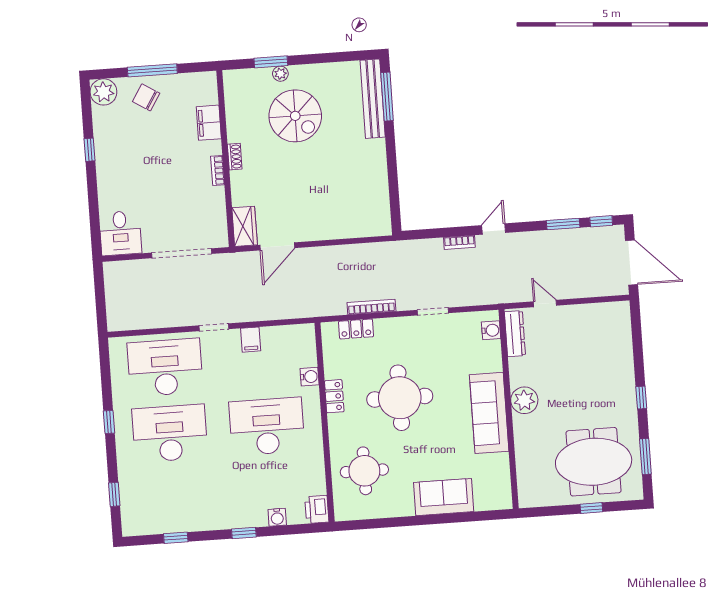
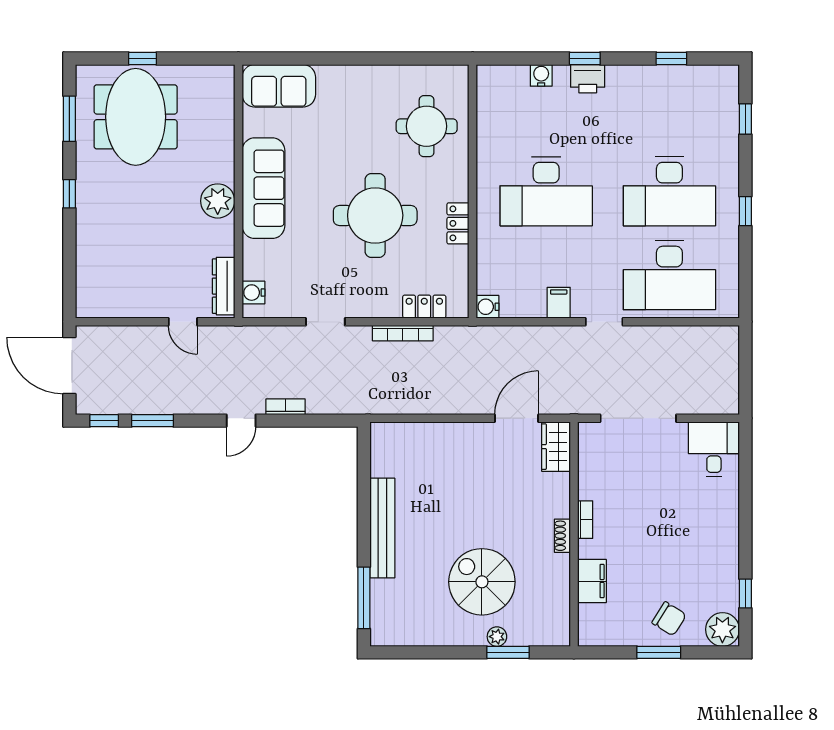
window: (152, 70) -> (659, 652), width x0.69
bench: (373, 99) -> (382, 528), moved
window: (90, 150) -> (745, 593), moved
water cooler: (310, 377) -> (487, 307), moved
meeting table: (594, 462) -> (136, 117), turned 90
sofa: (444, 497) -> (279, 86), moved
printer: (317, 509) -> (588, 79), moved, turned 90

